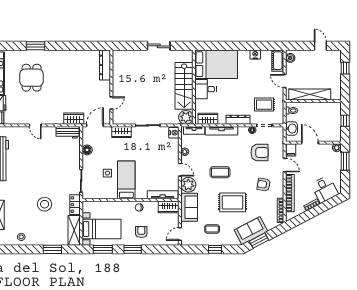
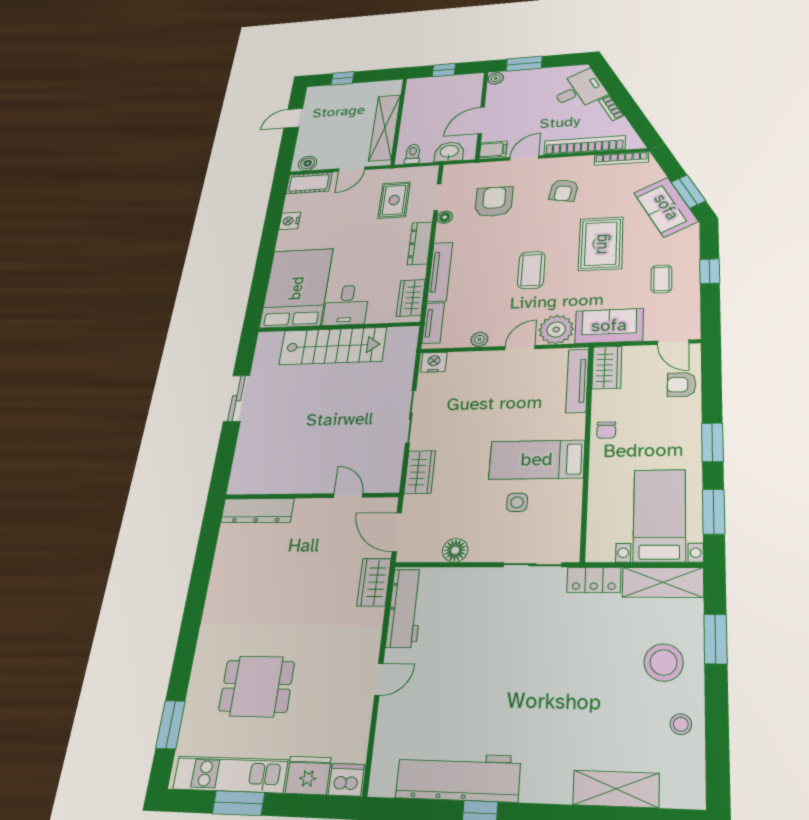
window: (35, 46) -> (170, 725), moved
plant: (186, 117) -> (402, 340), removed
workbench: (68, 132) -> (405, 608), width x1.37
stool: (45, 204) -> (664, 662), moved
armchair: (141, 232) -> (681, 385), moved

